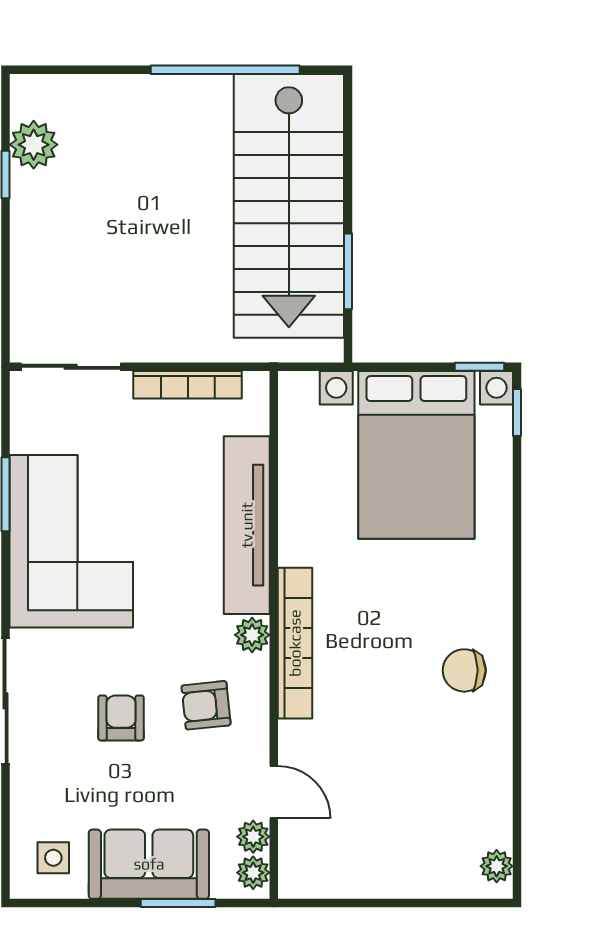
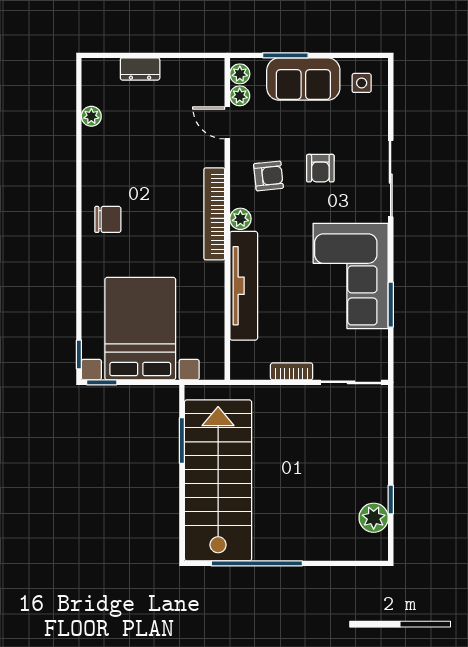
bookcase: (188, 385) -> (292, 371), width x0.64
chair: (464, 670) -> (108, 219), moved
plant: (497, 866) -> (91, 116), moved
dresser: (417, 881) -> (140, 69), added

